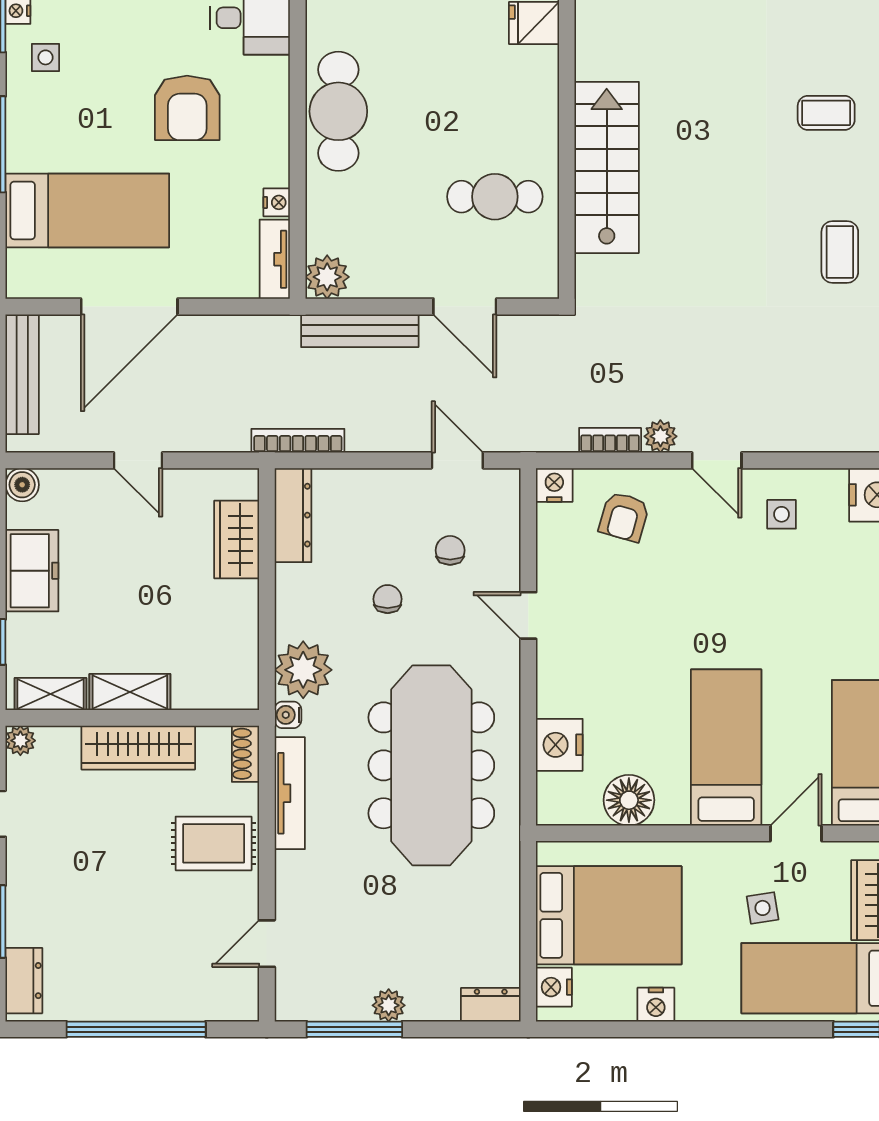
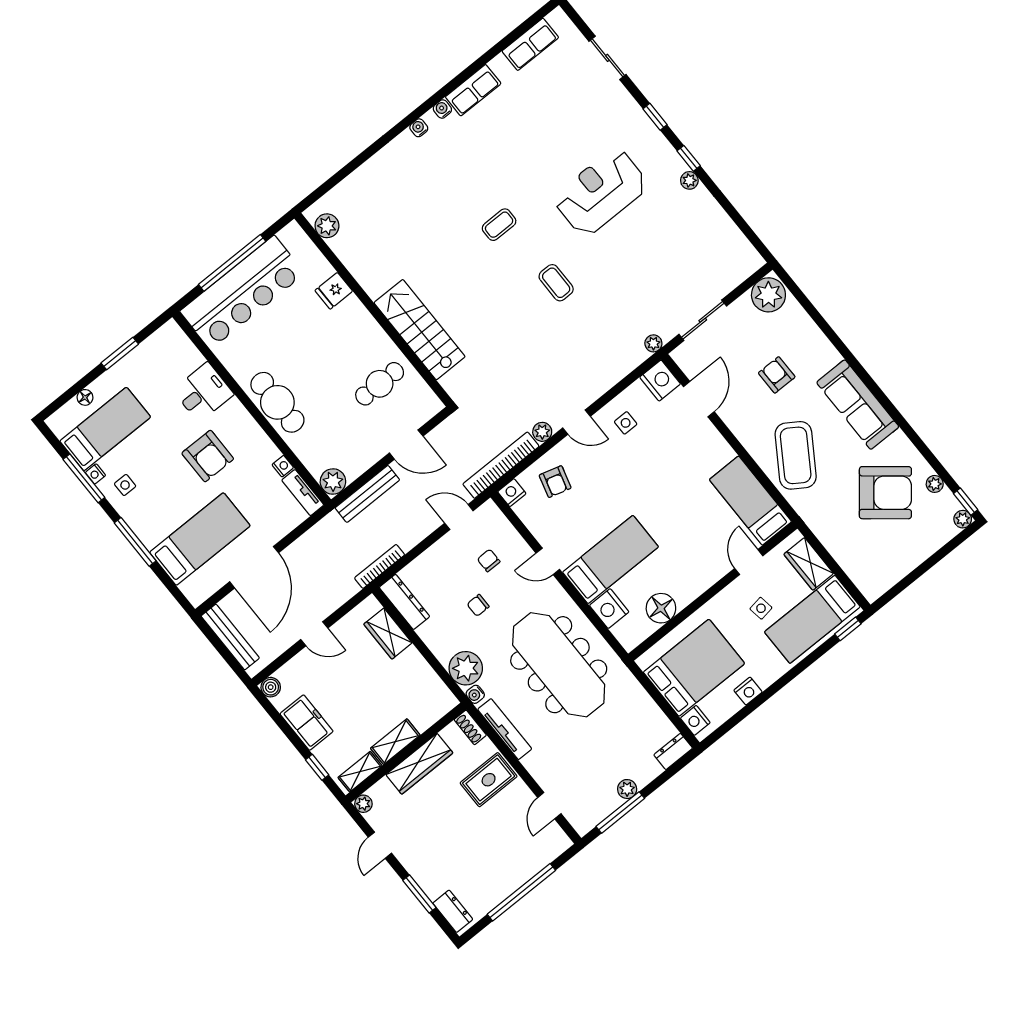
bookcase: (610, 440) -> (501, 465), width x2.31, depth x1.31
chair: (388, 599) -> (478, 605), turned -90
bed: (726, 747) -> (611, 559), moved, turned 90

